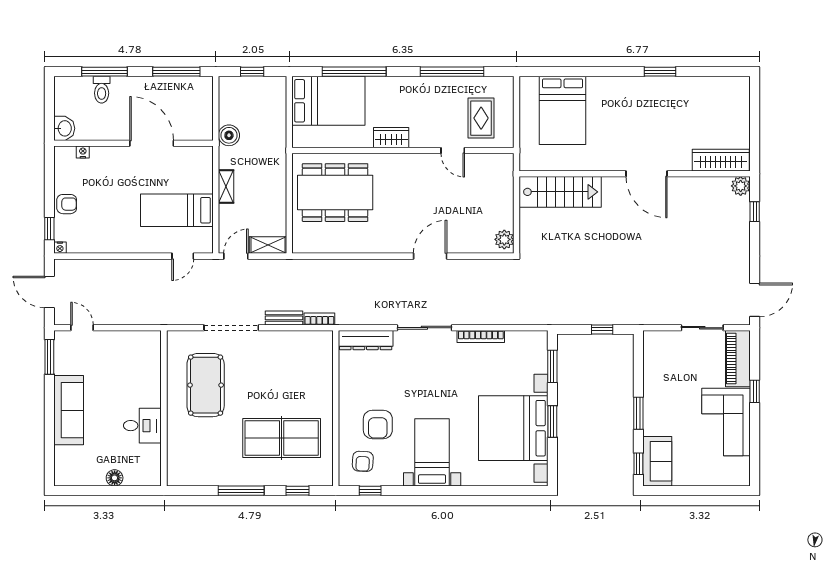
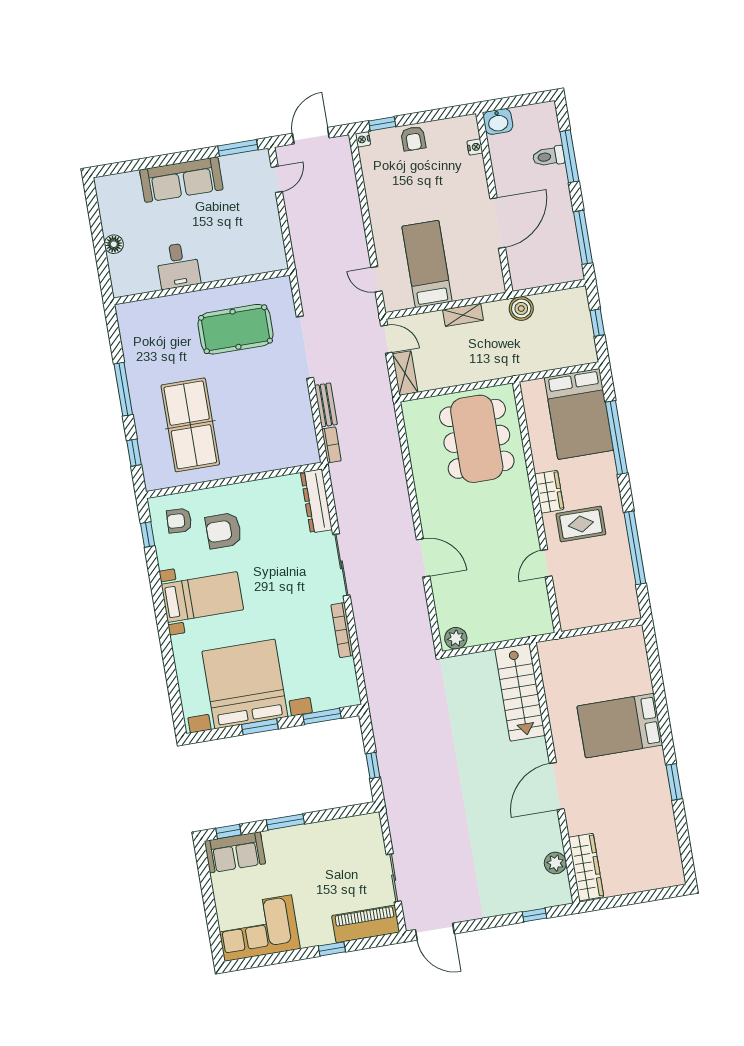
bed: (563, 110) -> (620, 726), moved
rug: (481, 118) -> (581, 524), moved
plant: (741, 186) -> (555, 863), moved
corner sofa: (726, 422) -> (258, 928), moved

